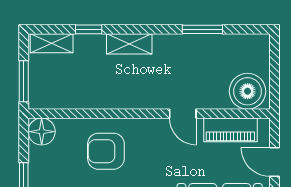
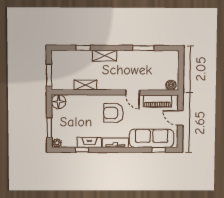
shelving: (52, 43) -> (85, 85), moved
boiler: (248, 91) -> (171, 85), width x0.54, depth x0.54
armchair: (106, 151) -> (113, 113), moved

